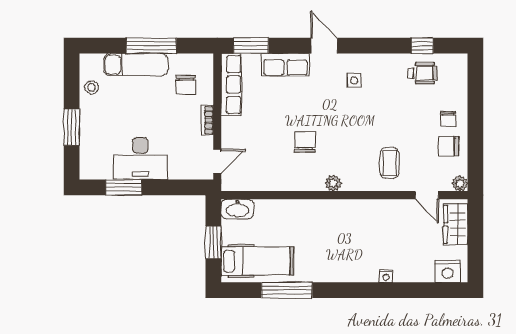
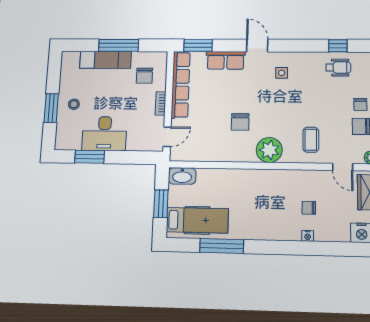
row of seats: (231, 85) -> (181, 85), width x1.36
stool: (92, 87) -> (74, 104), moved
chair: (305, 142) -> (240, 122), turned 180
plant: (333, 183) -> (269, 150), width x1.87, depth x1.87
chair: (387, 244) -> (309, 208), added

